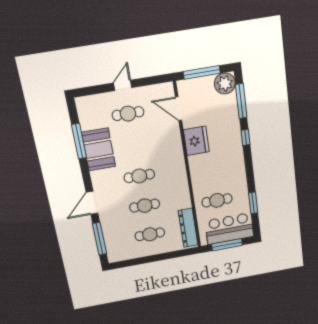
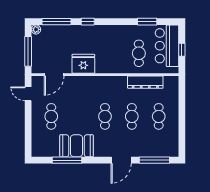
plant: (225, 83) -> (36, 29), width x0.53, depth x0.53
door: (123, 85) -> (28, 94), moved
door: (92, 203) -> (121, 160), hinge flipped
dresser: (188, 228) -> (145, 82), moved
window: (227, 245) -> (182, 50), width x0.46

